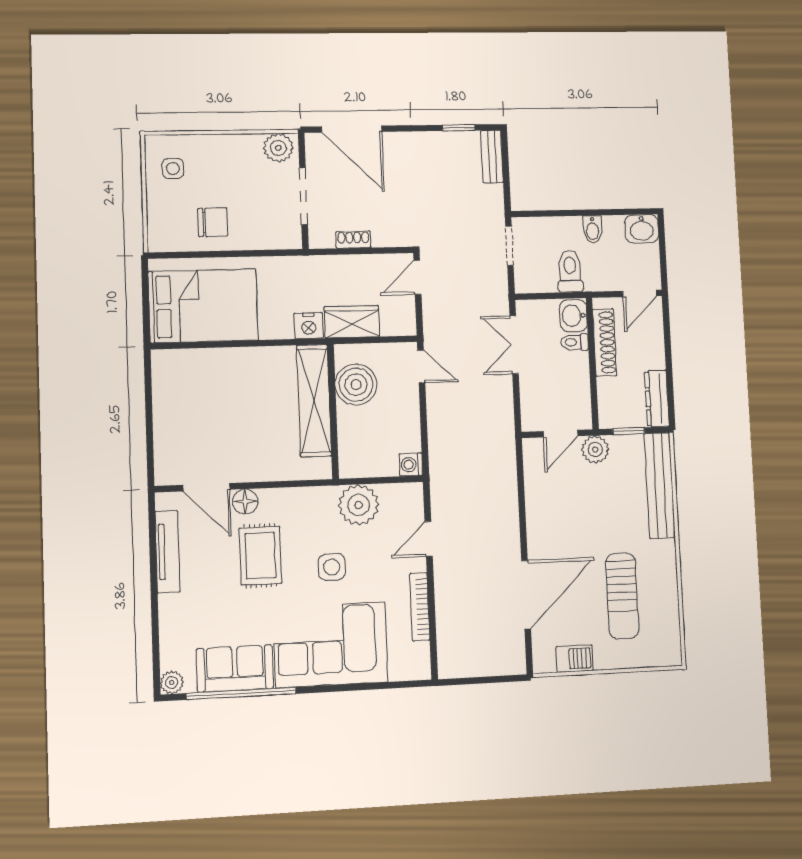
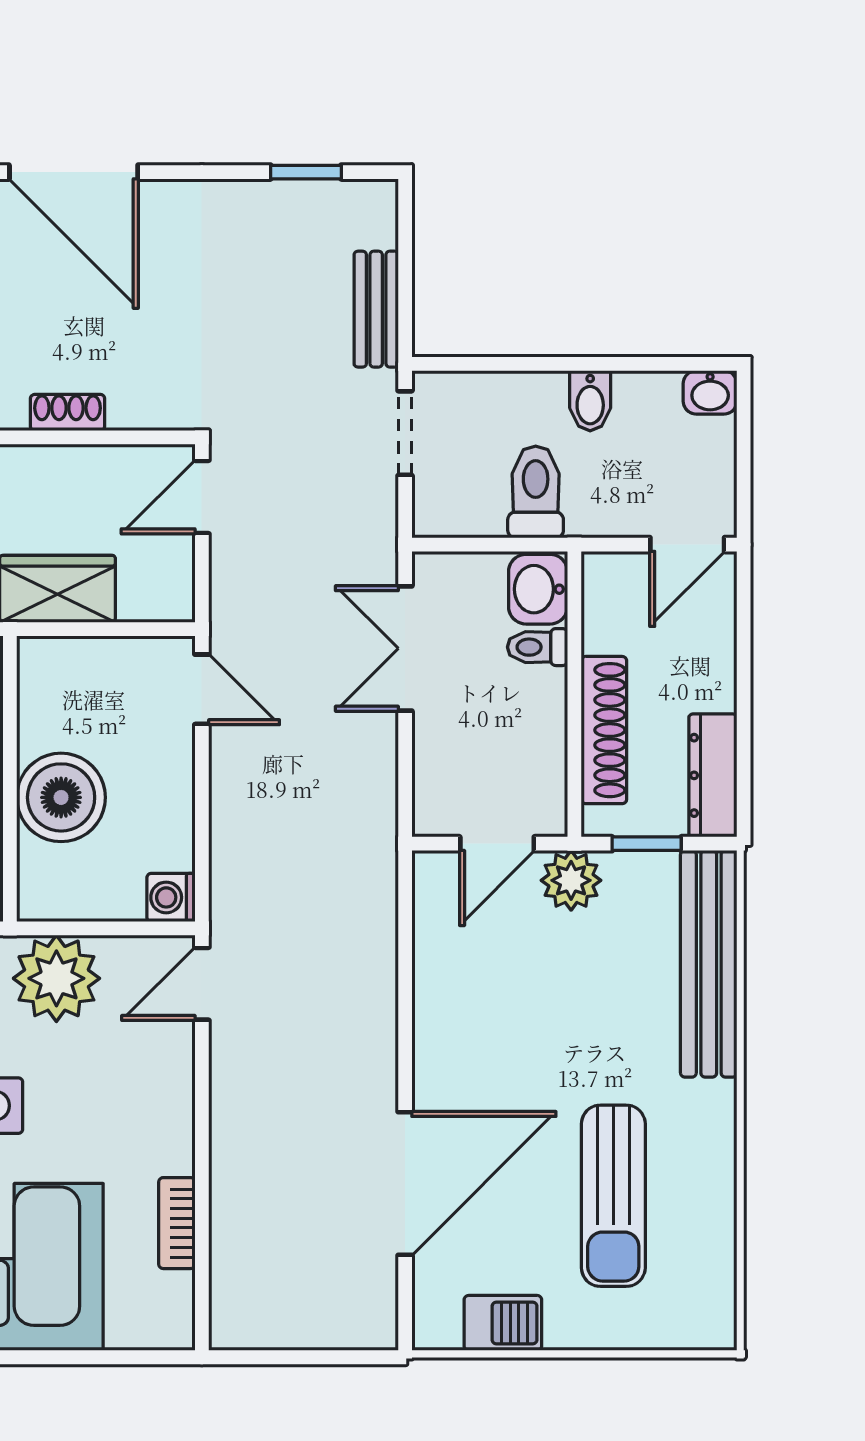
bench: (492, 157) -> (376, 309), moved
washbasin: (642, 229) -> (710, 392), width x0.72, depth x0.69
shoe rack: (605, 342) -> (604, 730), moved
boiler: (356, 385) -> (61, 797), moved
door: (429, 539) -> (202, 984), moved
bookcase: (420, 607) -> (177, 1223), width x0.64

